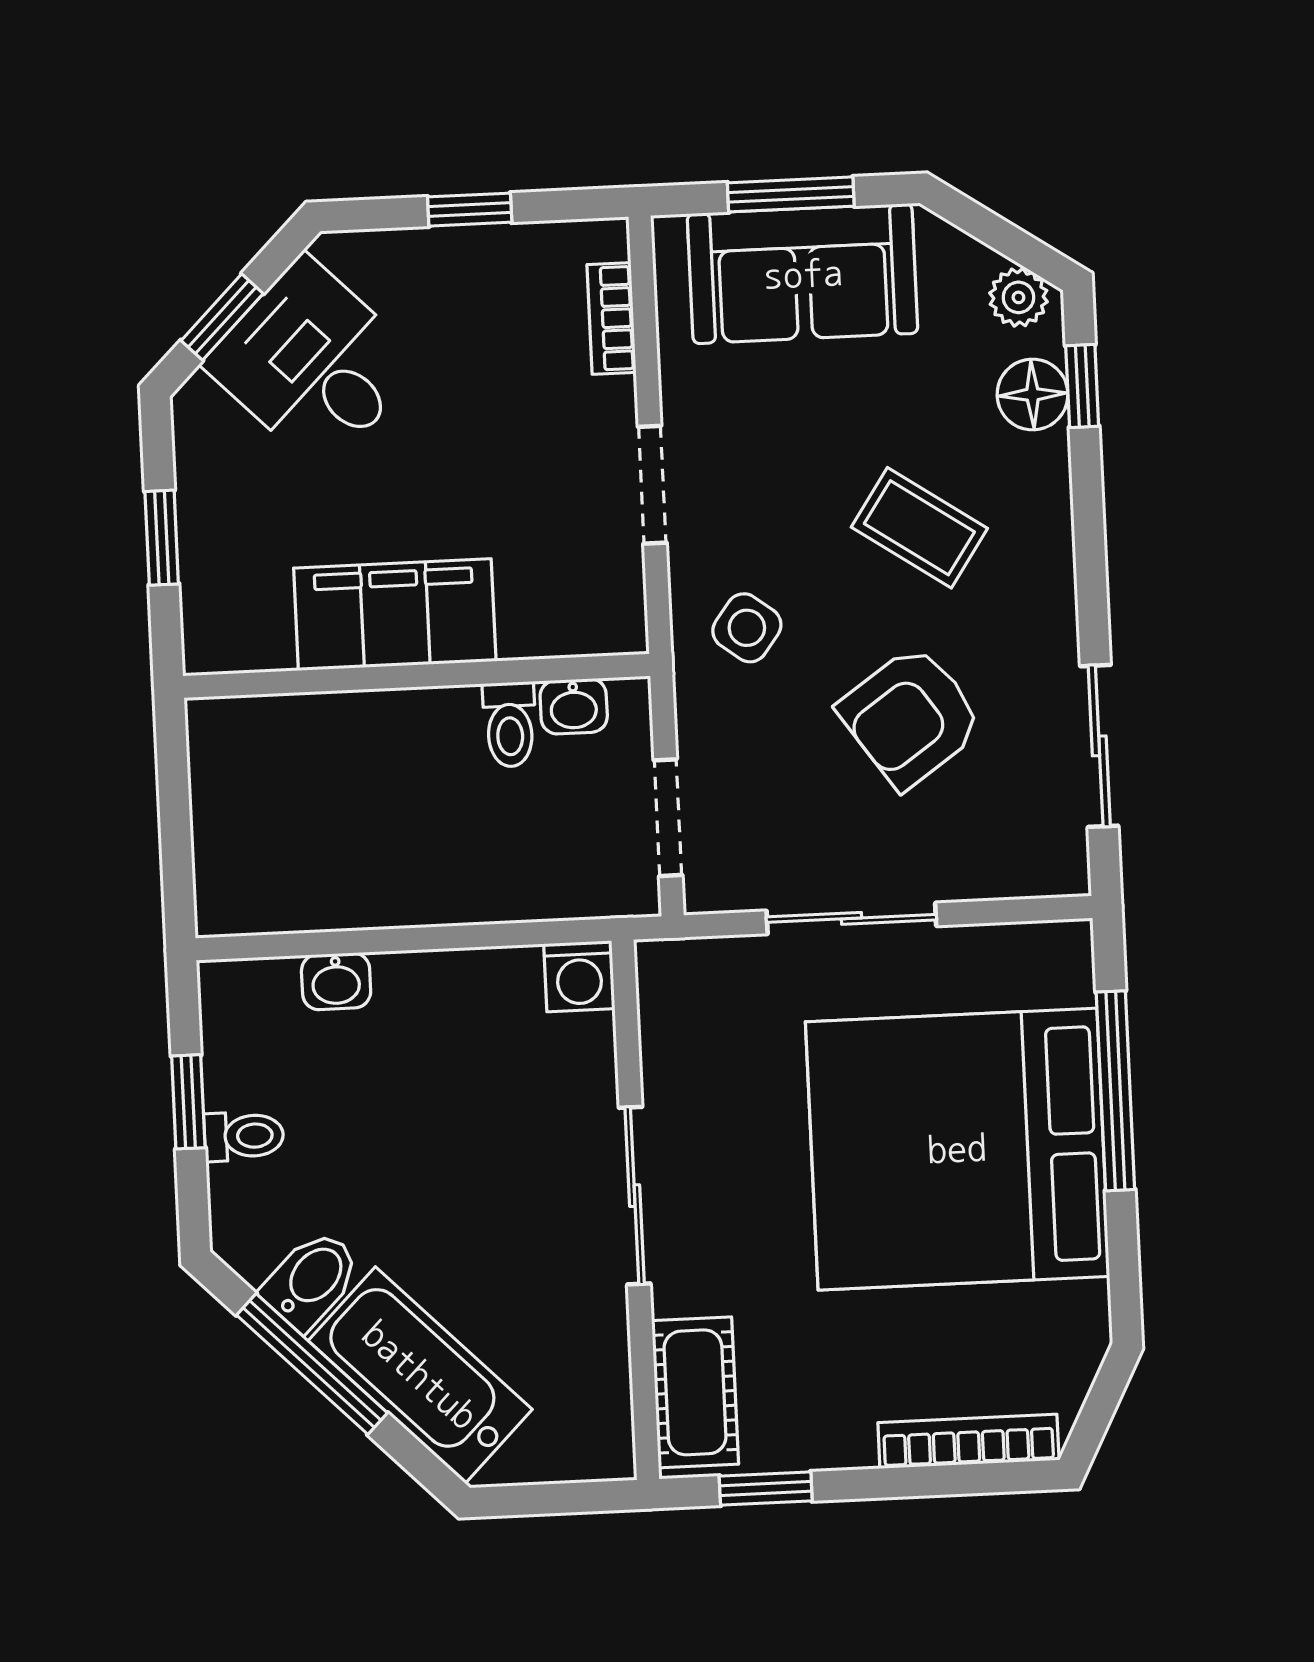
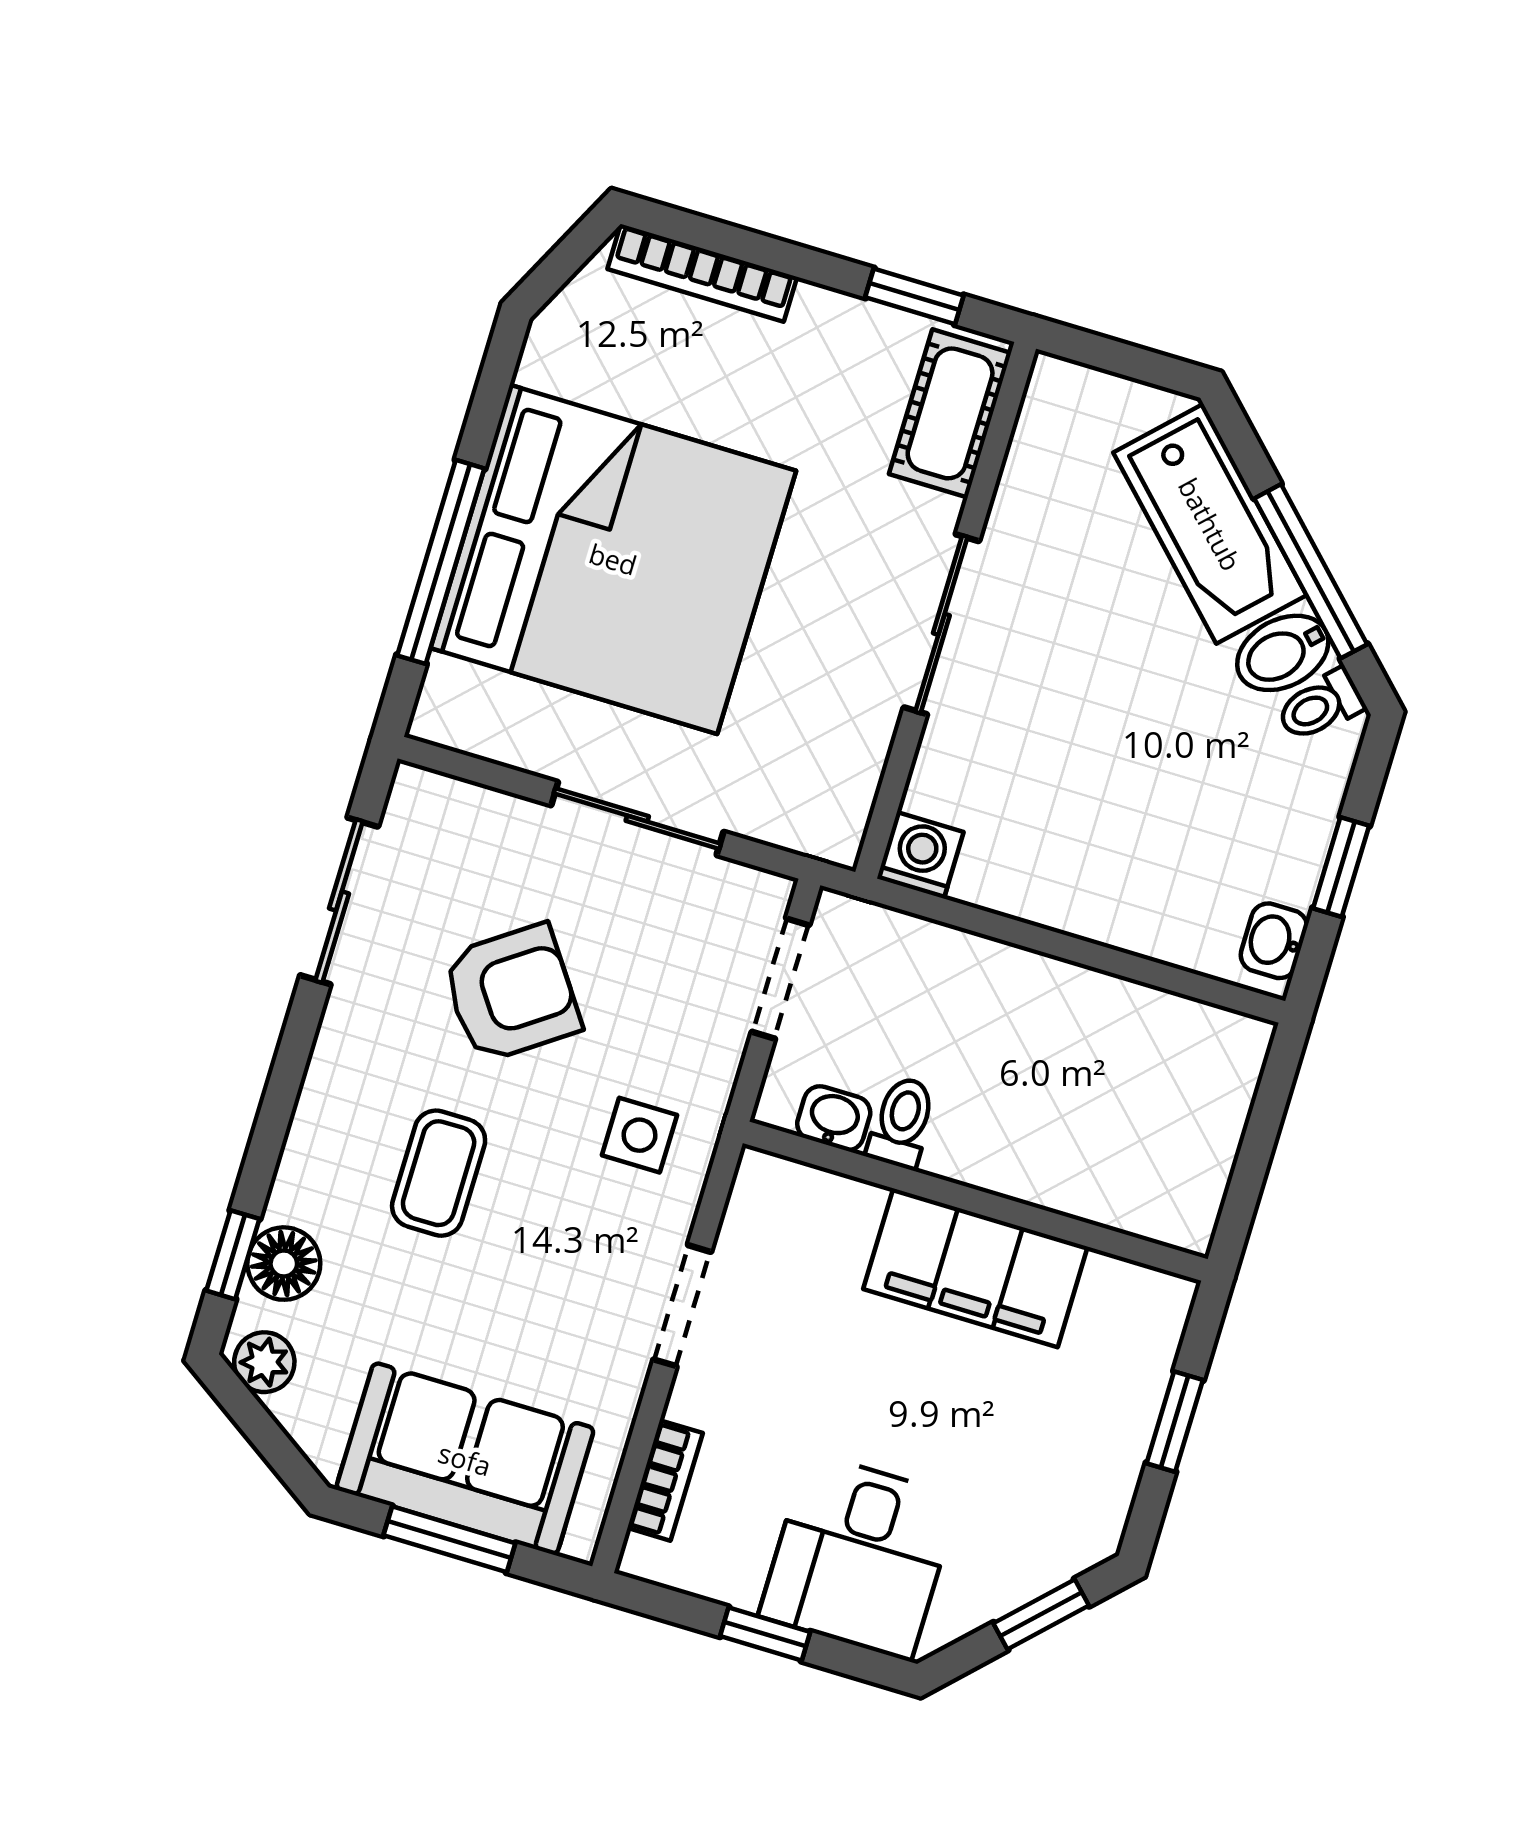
desk: (313, 364) -> (859, 1556), moved, turned 45
coffee table: (919, 528) -> (439, 1173), turned 56
side table: (747, 628) -> (639, 1135), turned -37
washbasin: (336, 981) -> (1274, 941), moved, turned -90
toilet: (244, 1136) -> (1320, 706), moved, turned -45

